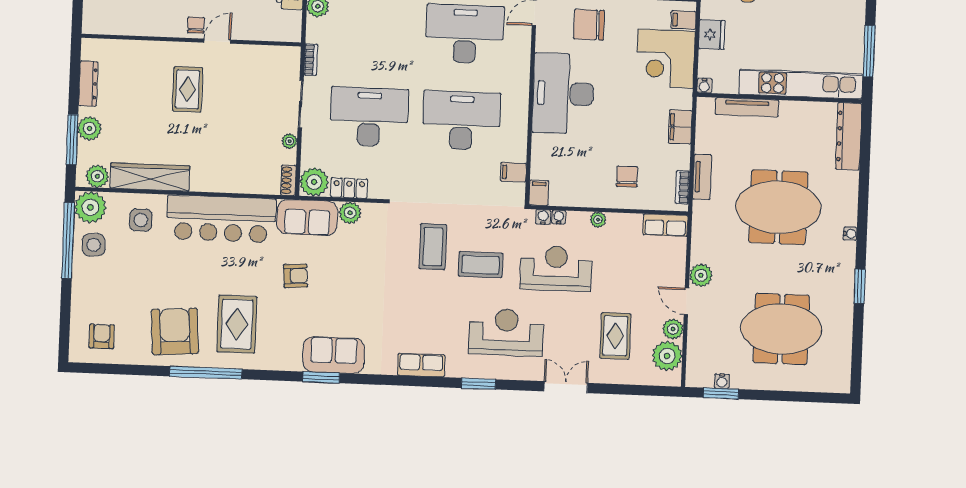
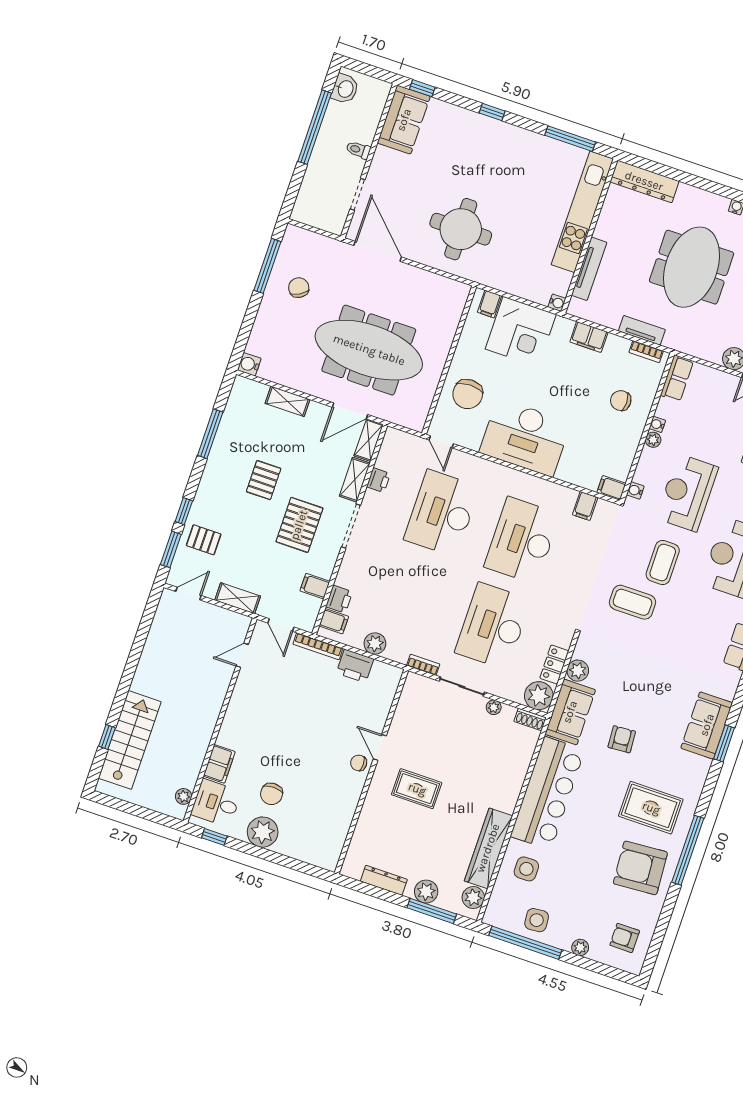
fridge: (712, 35) -> (511, 282), removed
plant: (90, 207) -> (580, 947), moved, width x0.53, depth x0.53
water cooler: (559, 217) -> (657, 424), moved

